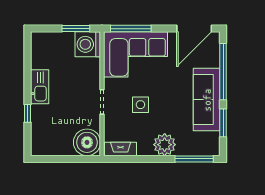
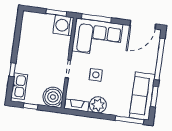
kitchen sink: (40, 87) -> (19, 86), moved
sofa: (207, 100) -> (142, 96), moved
plant: (165, 145) -> (98, 105), moved
window: (59, 159) -> (31, 106), added

